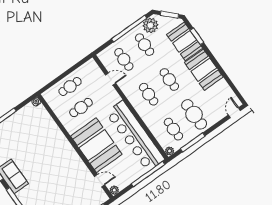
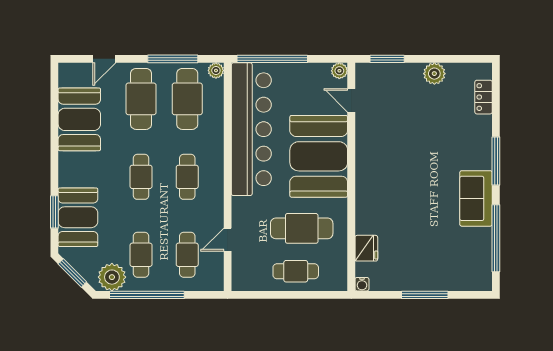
booth: (204, 70) -> (79, 119), moved
door: (111, 79) -> (228, 240), hinge flipped
cafe table: (81, 108) -> (302, 228), width x1.37, depth x1.35
door: (234, 113) -> (104, 59), moved
fridge: (46, 119) -> (366, 248), added
cafe table: (173, 129) -> (187, 99), width x1.37, depth x1.35

